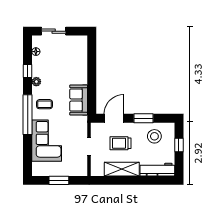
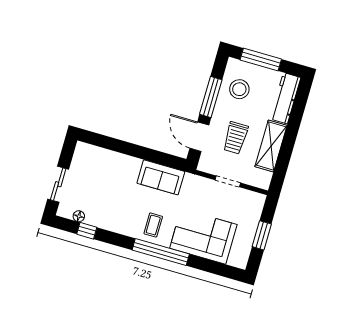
window: (28, 71) -> (87, 231), moved
plant: (36, 82) -> (120, 227), removed
window: (143, 118) -> (211, 97), width x1.44
window: (179, 145) -> (261, 59), width x2.17

